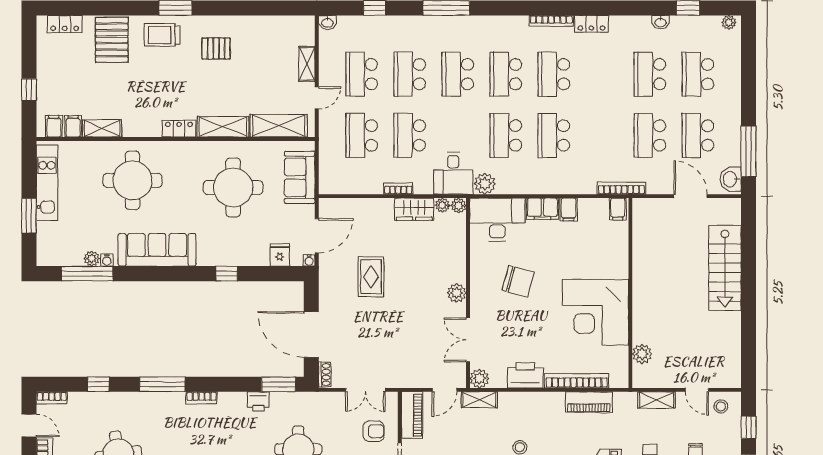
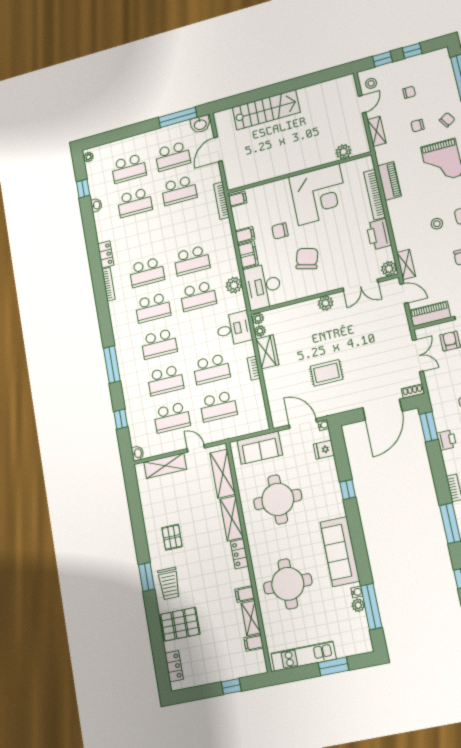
shelving: (307, 64) -> (165, 466), width x1.50, depth x1.33
filing cabinet: (54, 126) -> (245, 594), moved
plant: (485, 184) -> (234, 285), moved
chair: (562, 255) -> (280, 231), added

